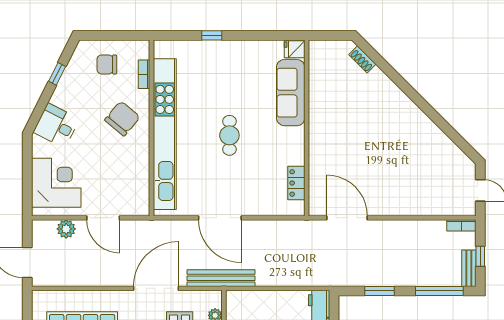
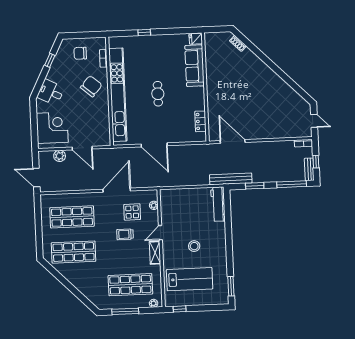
bench: (221, 278) -> (231, 179), moved

